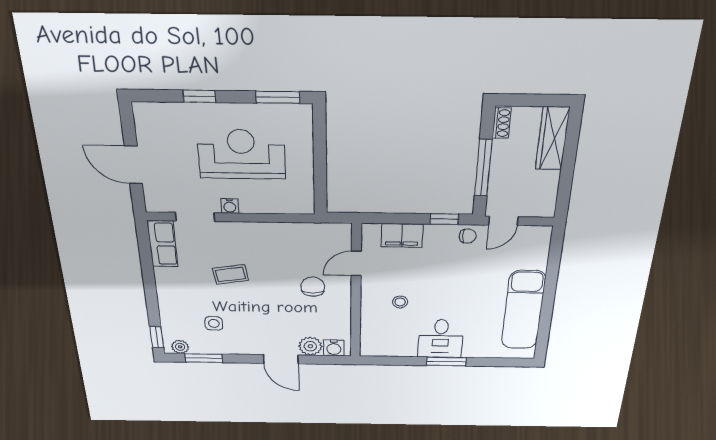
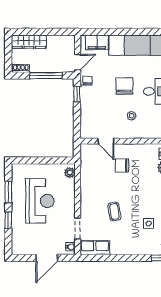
window: (278, 97) -> (8, 192), moved
reception desk: (242, 154) -> (40, 201), turned 180
water cooler: (230, 206) -> (71, 247), moved
plant: (298, 206) -> (70, 173), added
door: (503, 221) -> (78, 62), hinge flipped
filing cabinet: (402, 235) -> (97, 42), moved, turned 90
chair: (453, 292) -> (124, 86), added

